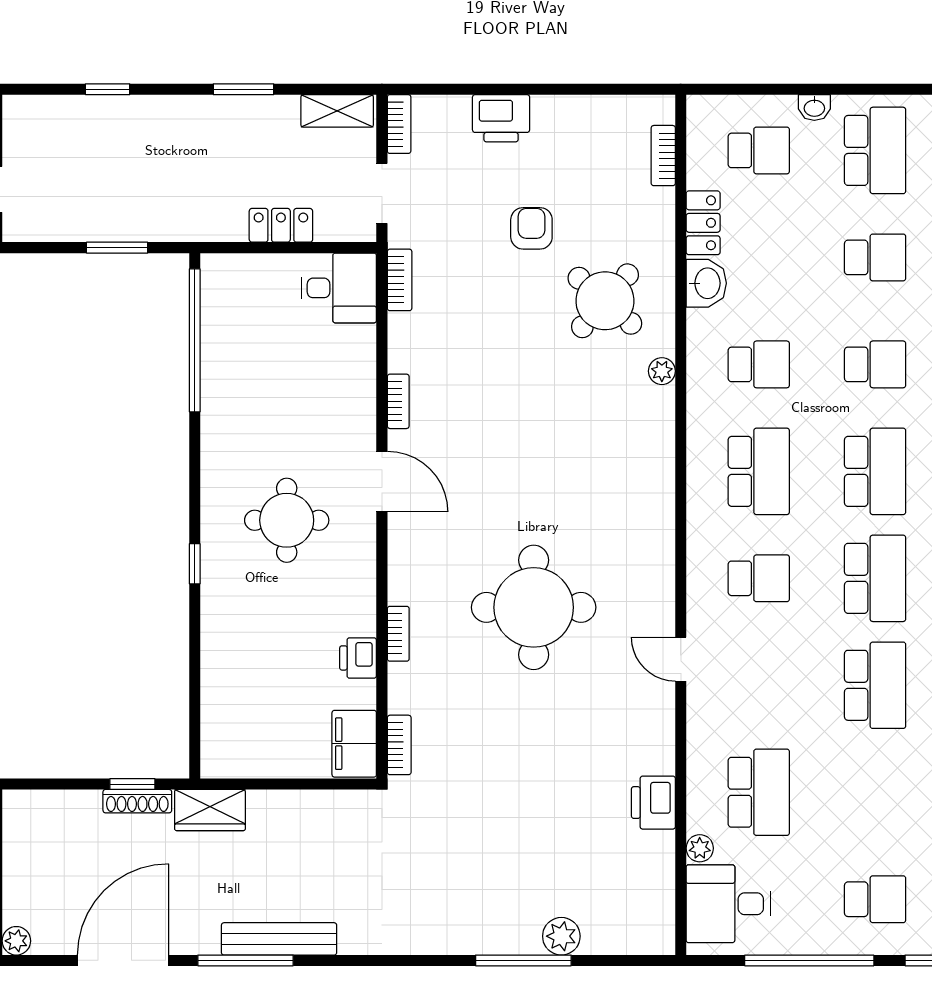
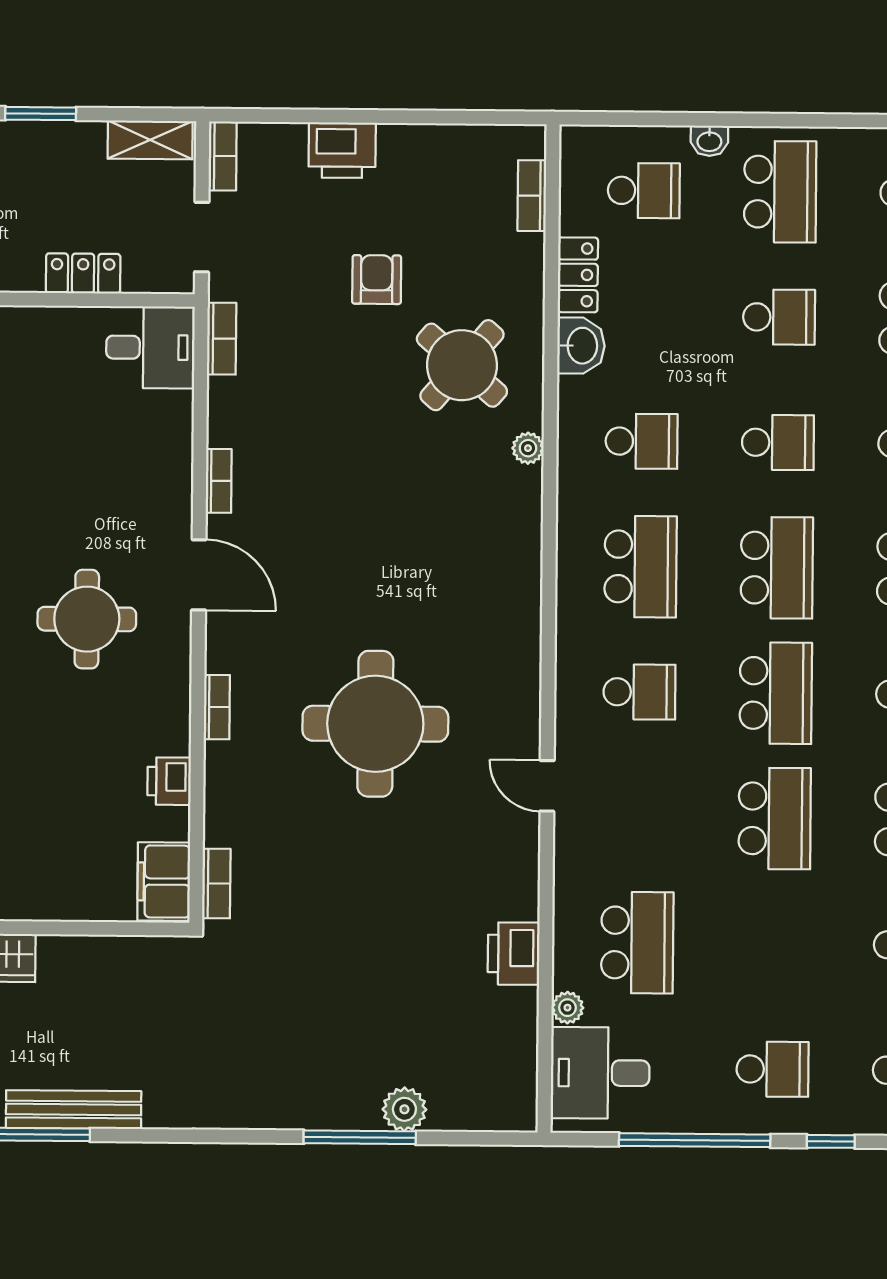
bookcase: (398, 634) -> (217, 707), moved

